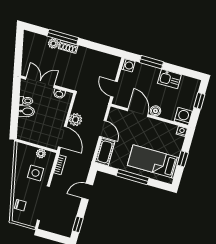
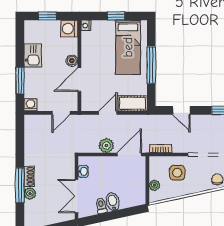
plant: (41, 154) -> (154, 185), moved

